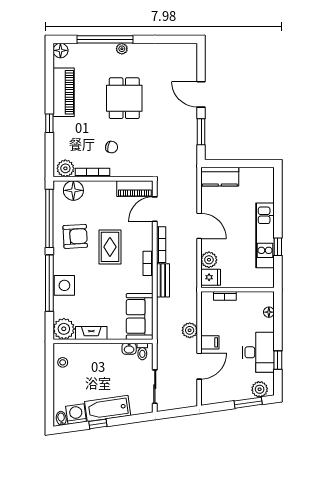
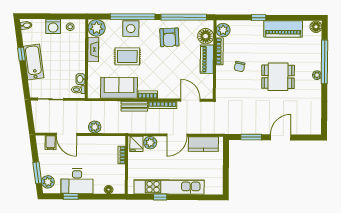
kitchen counter: (220, 177) -> (203, 144), moved, turned -90
piano: (135, 189) -> (207, 59), moved
kitchen unit: (265, 235) -> (169, 187), width x1.36
rug: (110, 247) -> (127, 56), moved
sofa: (140, 316) -> (119, 88), moved
filing cabinet: (210, 342) -> (51, 143), moved
washing machine: (76, 414) -> (53, 26), moved, turned 98

